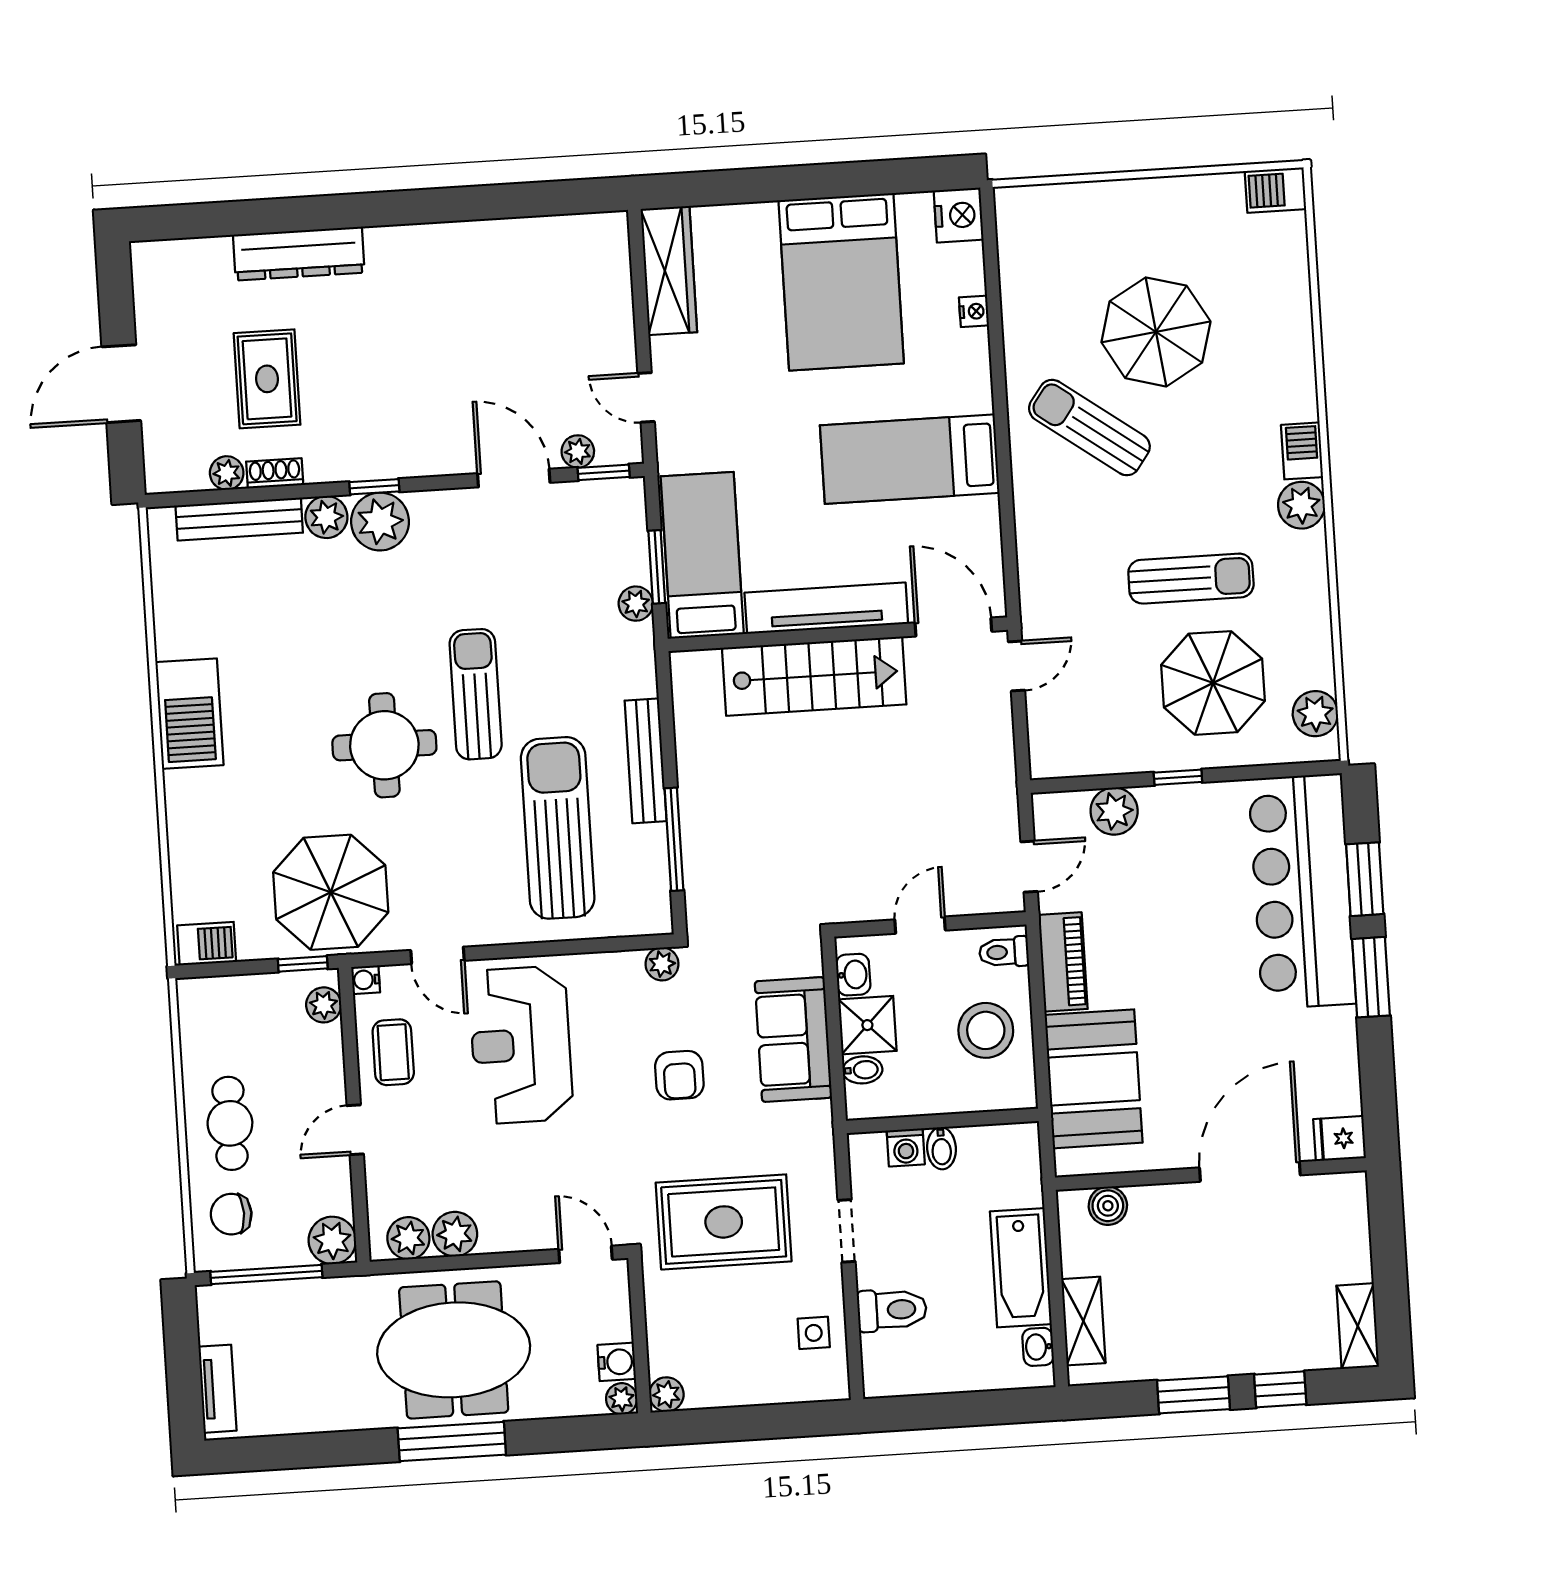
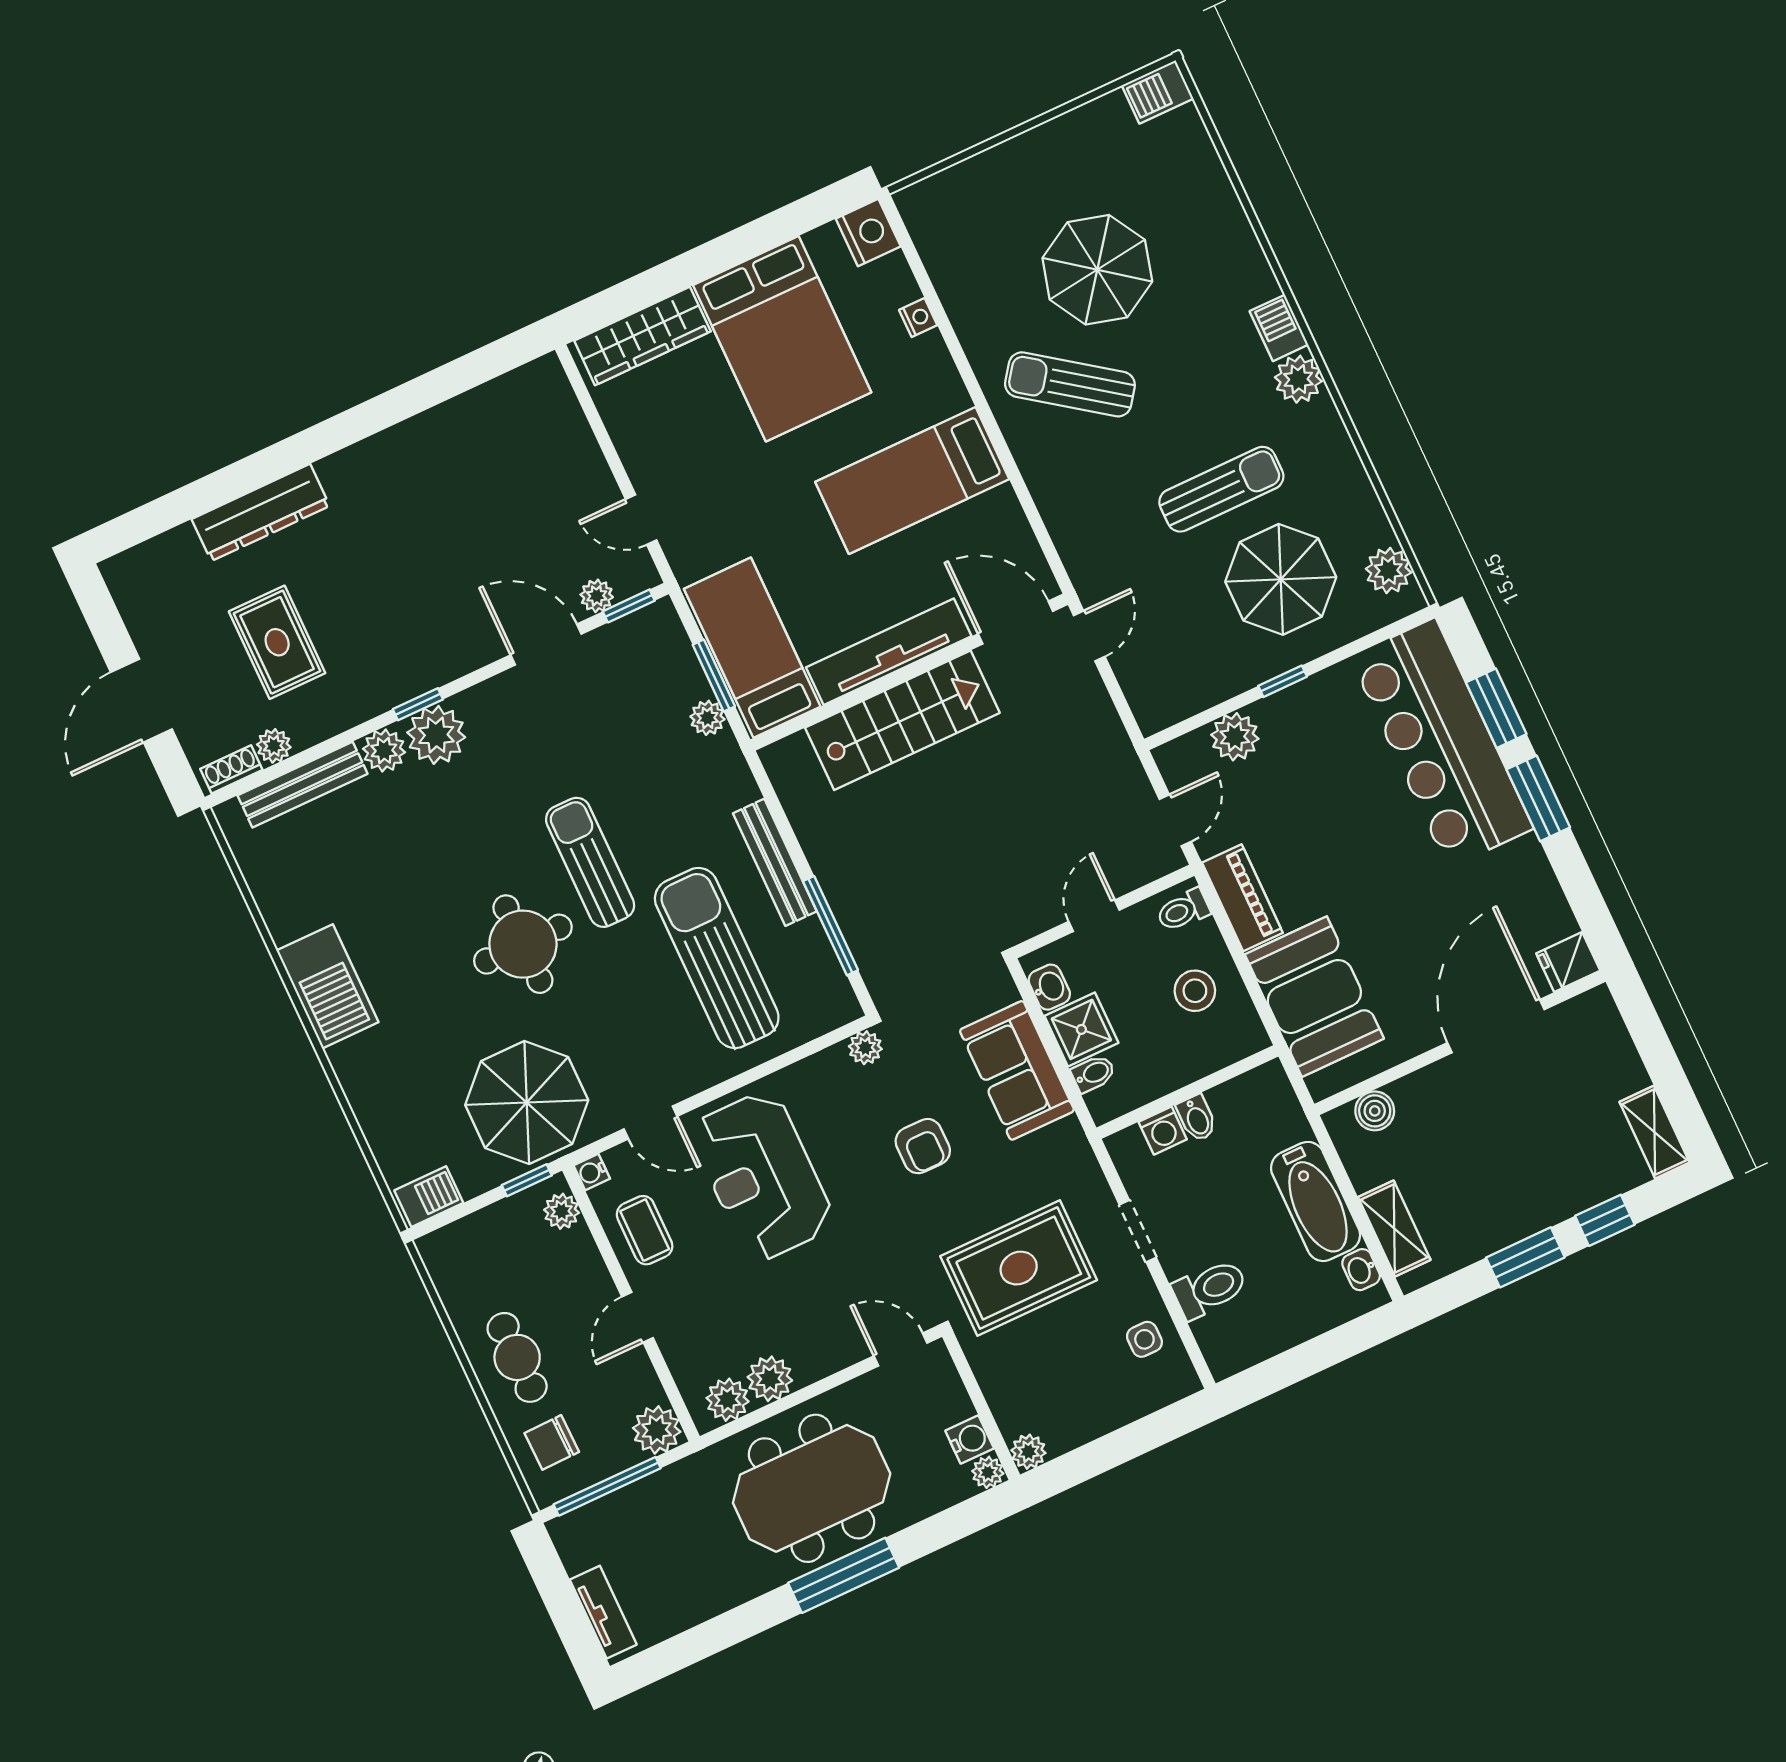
wardrobe: (669, 271) -> (642, 336), moved, turned 90
shoe rack: (275, 473) -> (231, 769), moved
stool: (986, 1030) -> (1195, 991), width x0.73, depth x0.73

